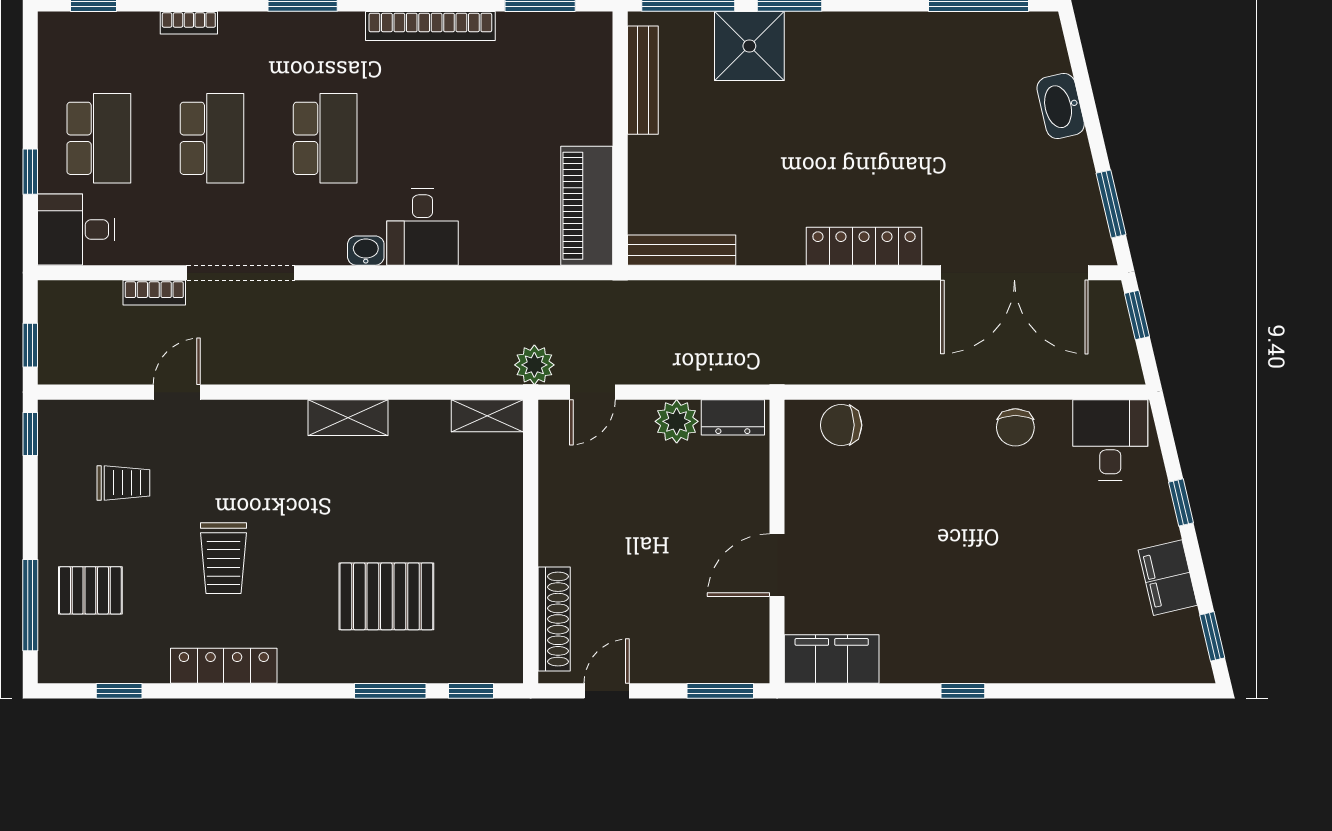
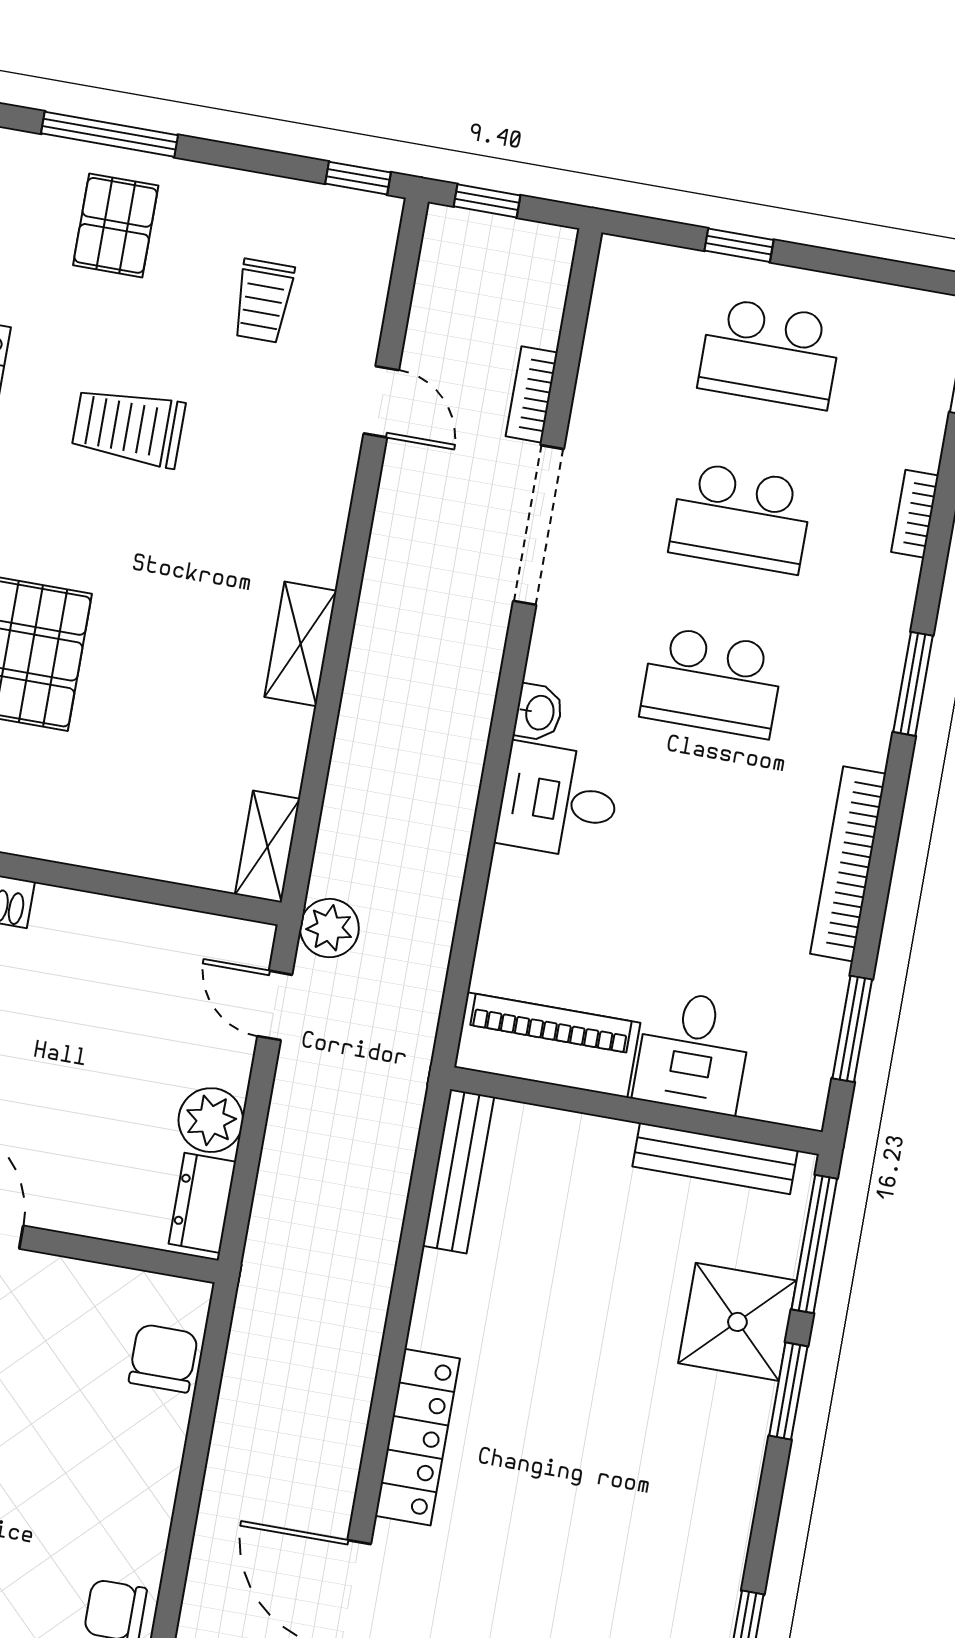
desk: (76, 229) -> (693, 1052), moved, turned 180

